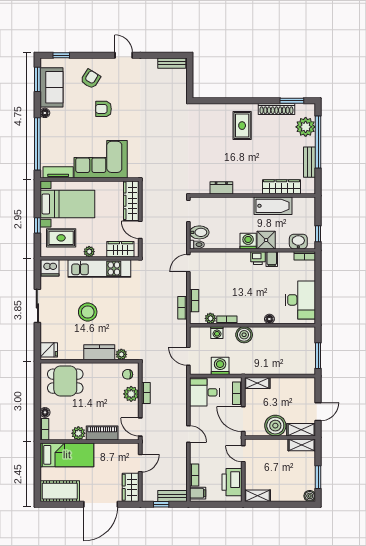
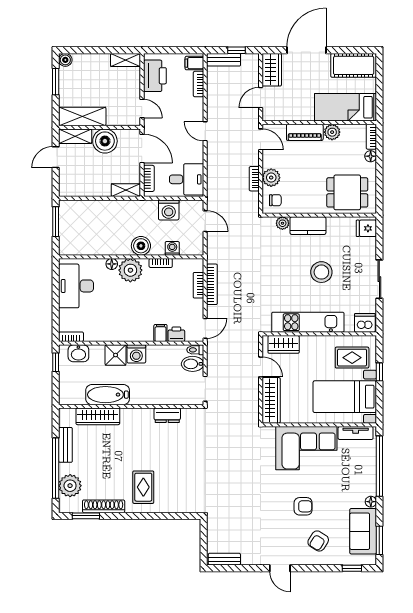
plant: (89, 252) -> (320, 342), removed
printer: (258, 258) -> (176, 334), moved
filing cabinet: (272, 259) -> (160, 333), moved
bookcase: (183, 308) -> (212, 284), width x1.56
plant: (210, 318) -> (130, 270), moved, width x1.88, depth x1.88
shelving: (302, 445) -> (82, 116), width x1.50, depth x1.33

